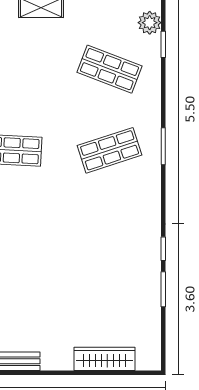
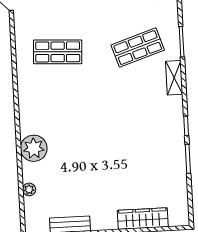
shelving: (152, 190) -> (174, 78), added

